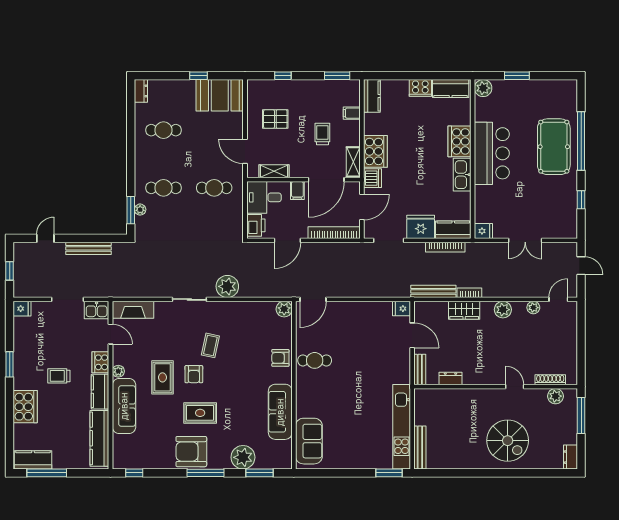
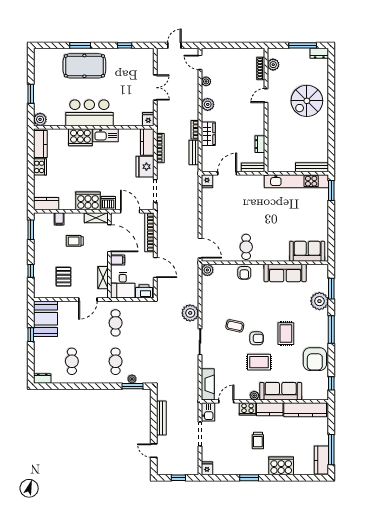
window: (581, 141) -> (80, 45), width x0.47
bench: (433, 291) -> (194, 152), width x0.73
window: (581, 415) -> (303, 45), moved
spiral stairs: (508, 441) -> (307, 101), turned 180
armchair: (191, 452) -> (315, 359), moved

